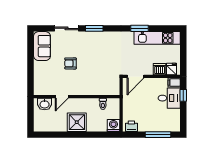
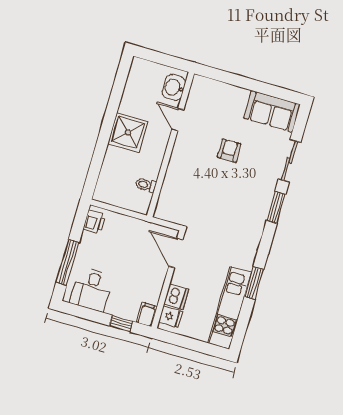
desk: (169, 98) -> (92, 290), moved
washing machine: (113, 125) -> (105, 192), removed

